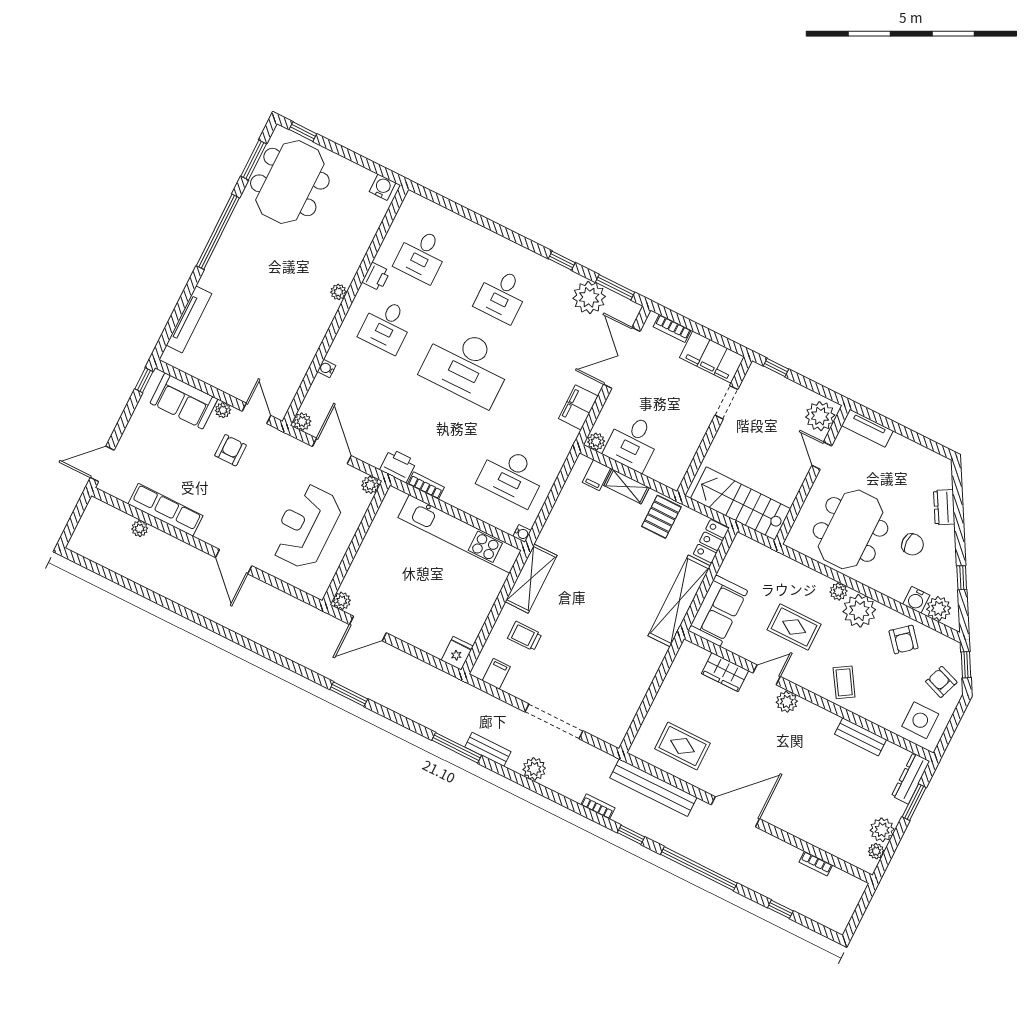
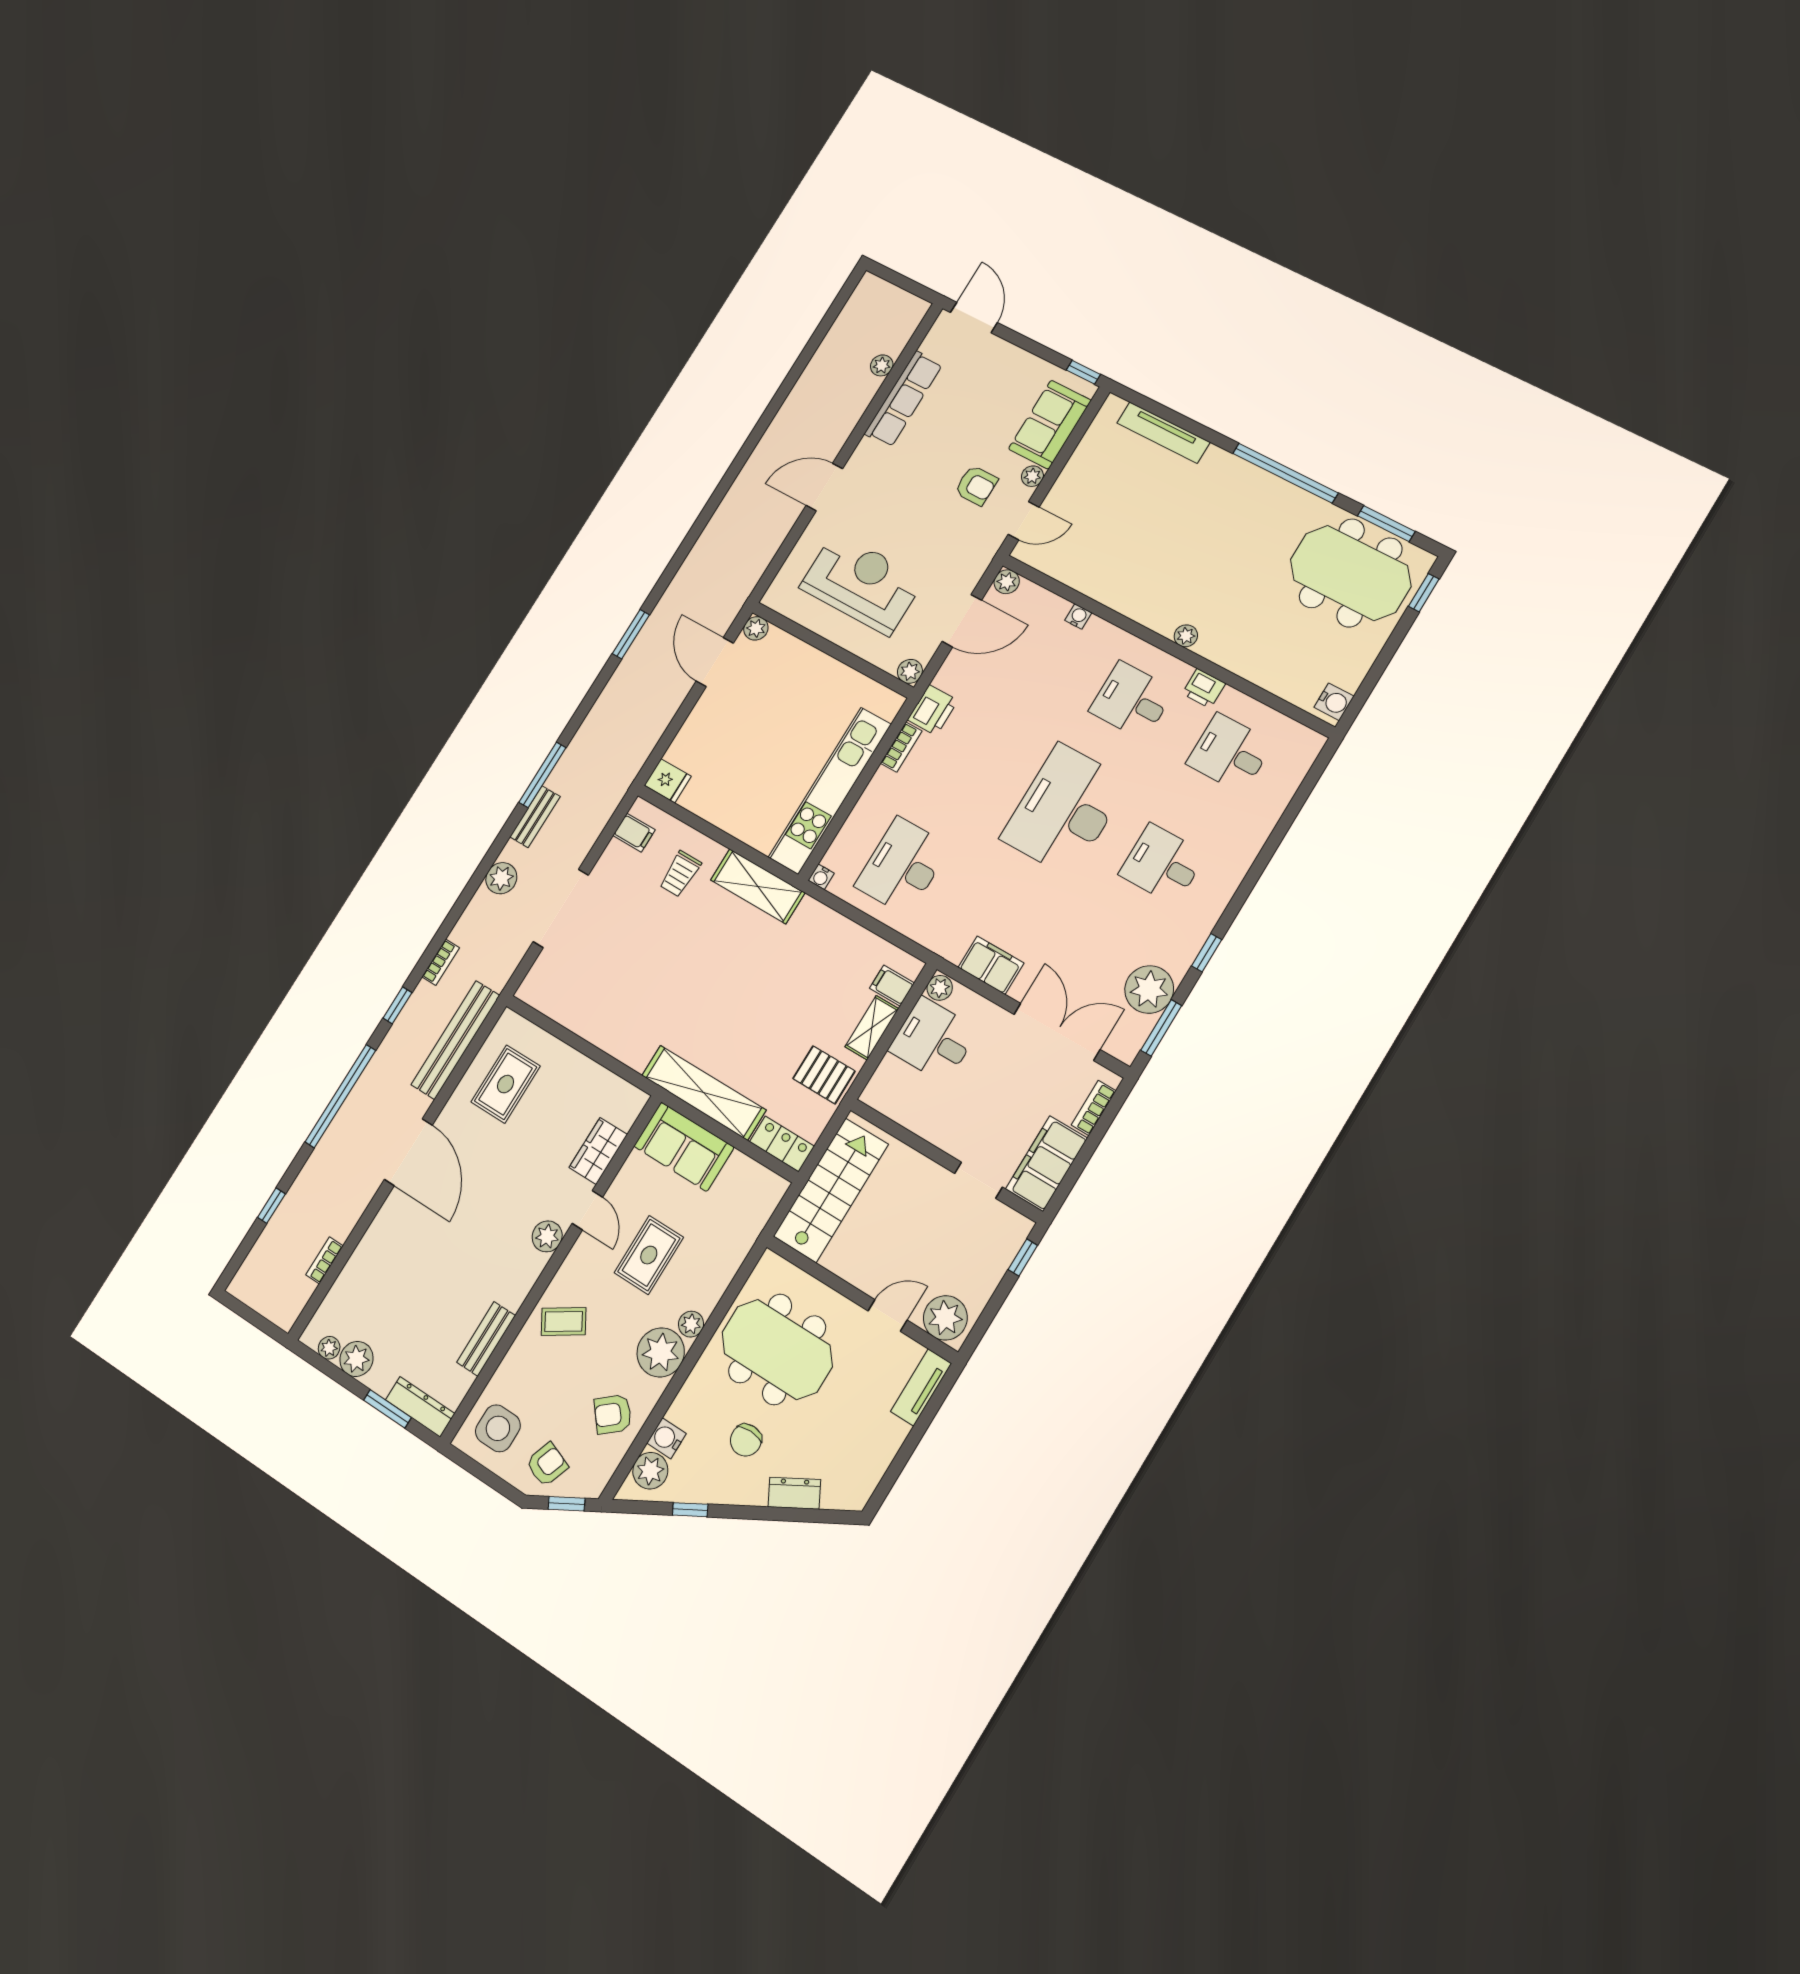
trolley: (525, 636) -> (680, 874), turned 180

